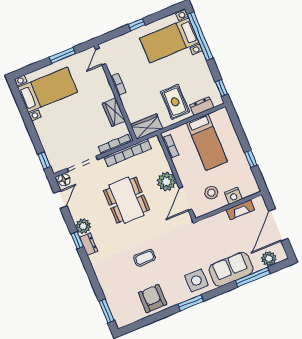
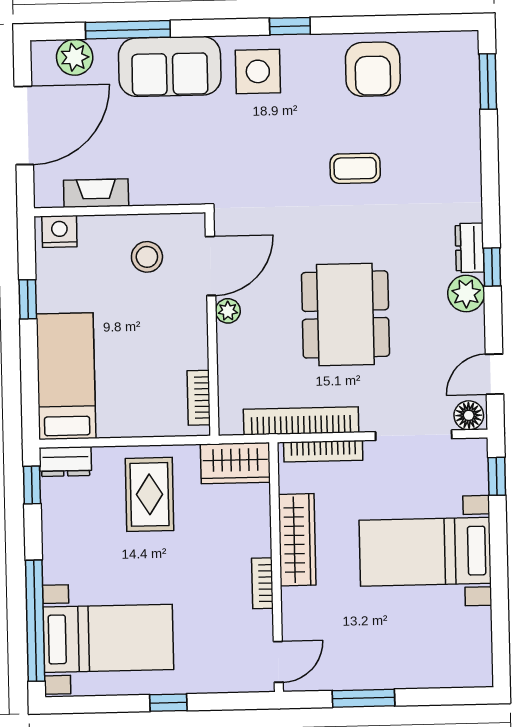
bed with nightstands: (48, 90) -> (425, 552), moved
dresser: (202, 106) -> (65, 462), moved
wardrobe: (114, 112) -> (297, 540), width x1.50
bed: (207, 142) -> (66, 376), moved
plant: (166, 182) -> (228, 311), width x0.53, depth x0.53
nightstand: (233, 196) -> (59, 231), moved
window: (191, 303) -> (290, 26), width x0.67

